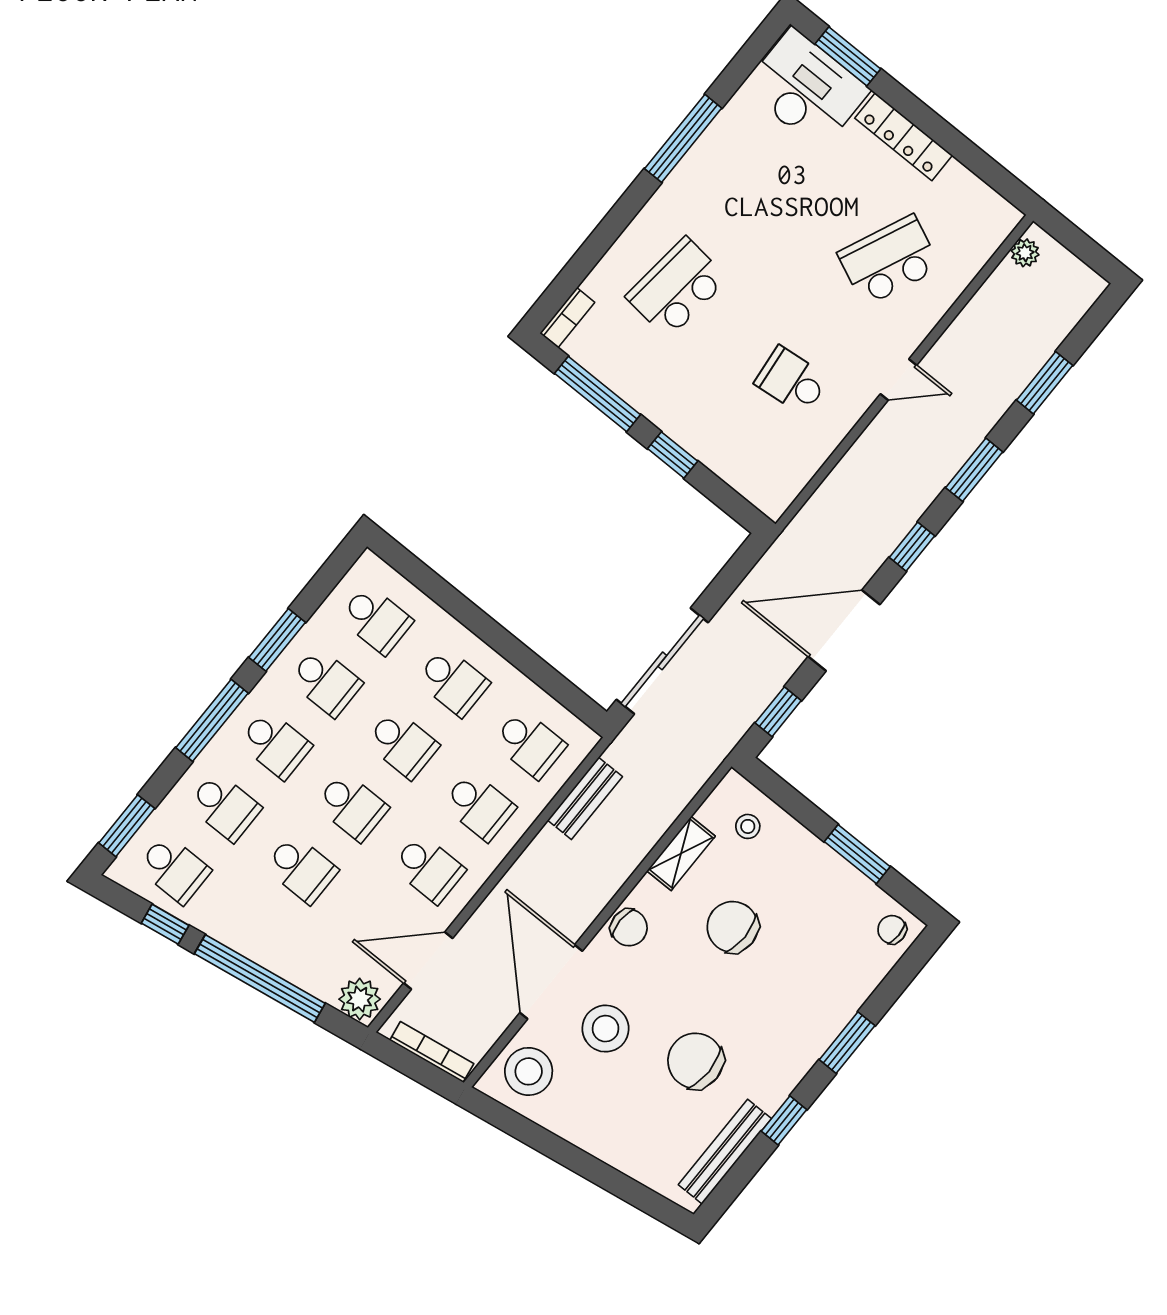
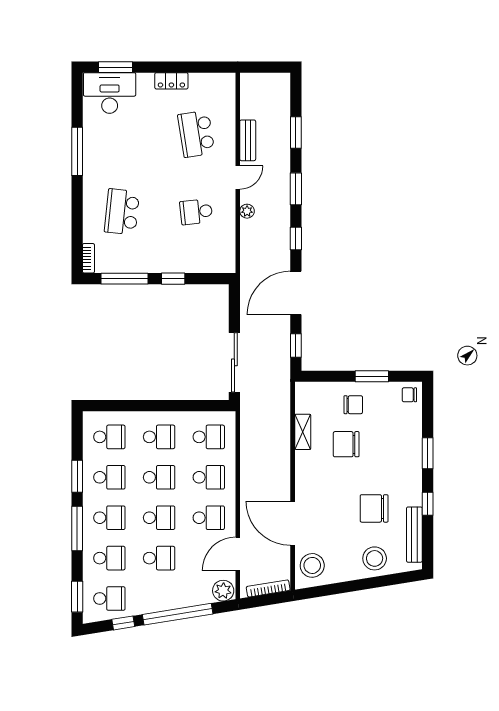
locker: (904, 137) -> (171, 81), width x0.66
plant: (1025, 253) -> (247, 211), moved
school desk: (889, 260) -> (196, 134), turned -33
bench: (585, 798) -> (248, 140), moved
stool: (748, 826) -> (320, 400), removed
chair: (629, 928) -> (353, 405), moved
stool: (605, 1029) -> (375, 558), moved

